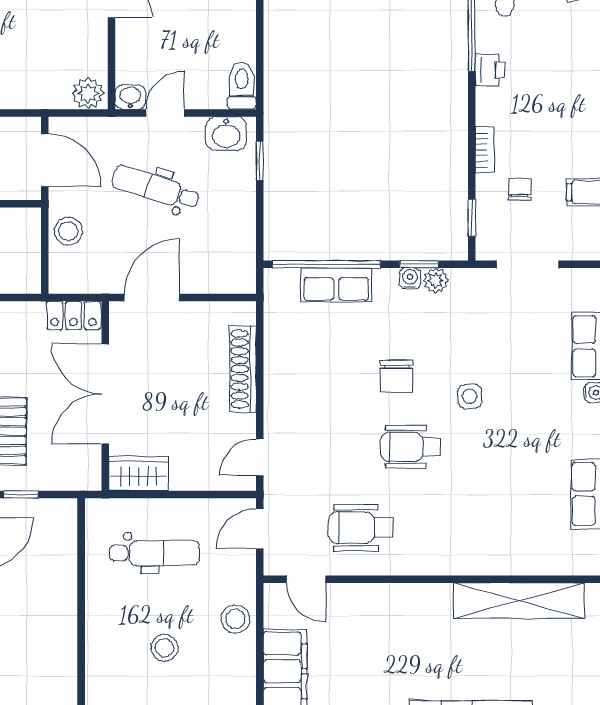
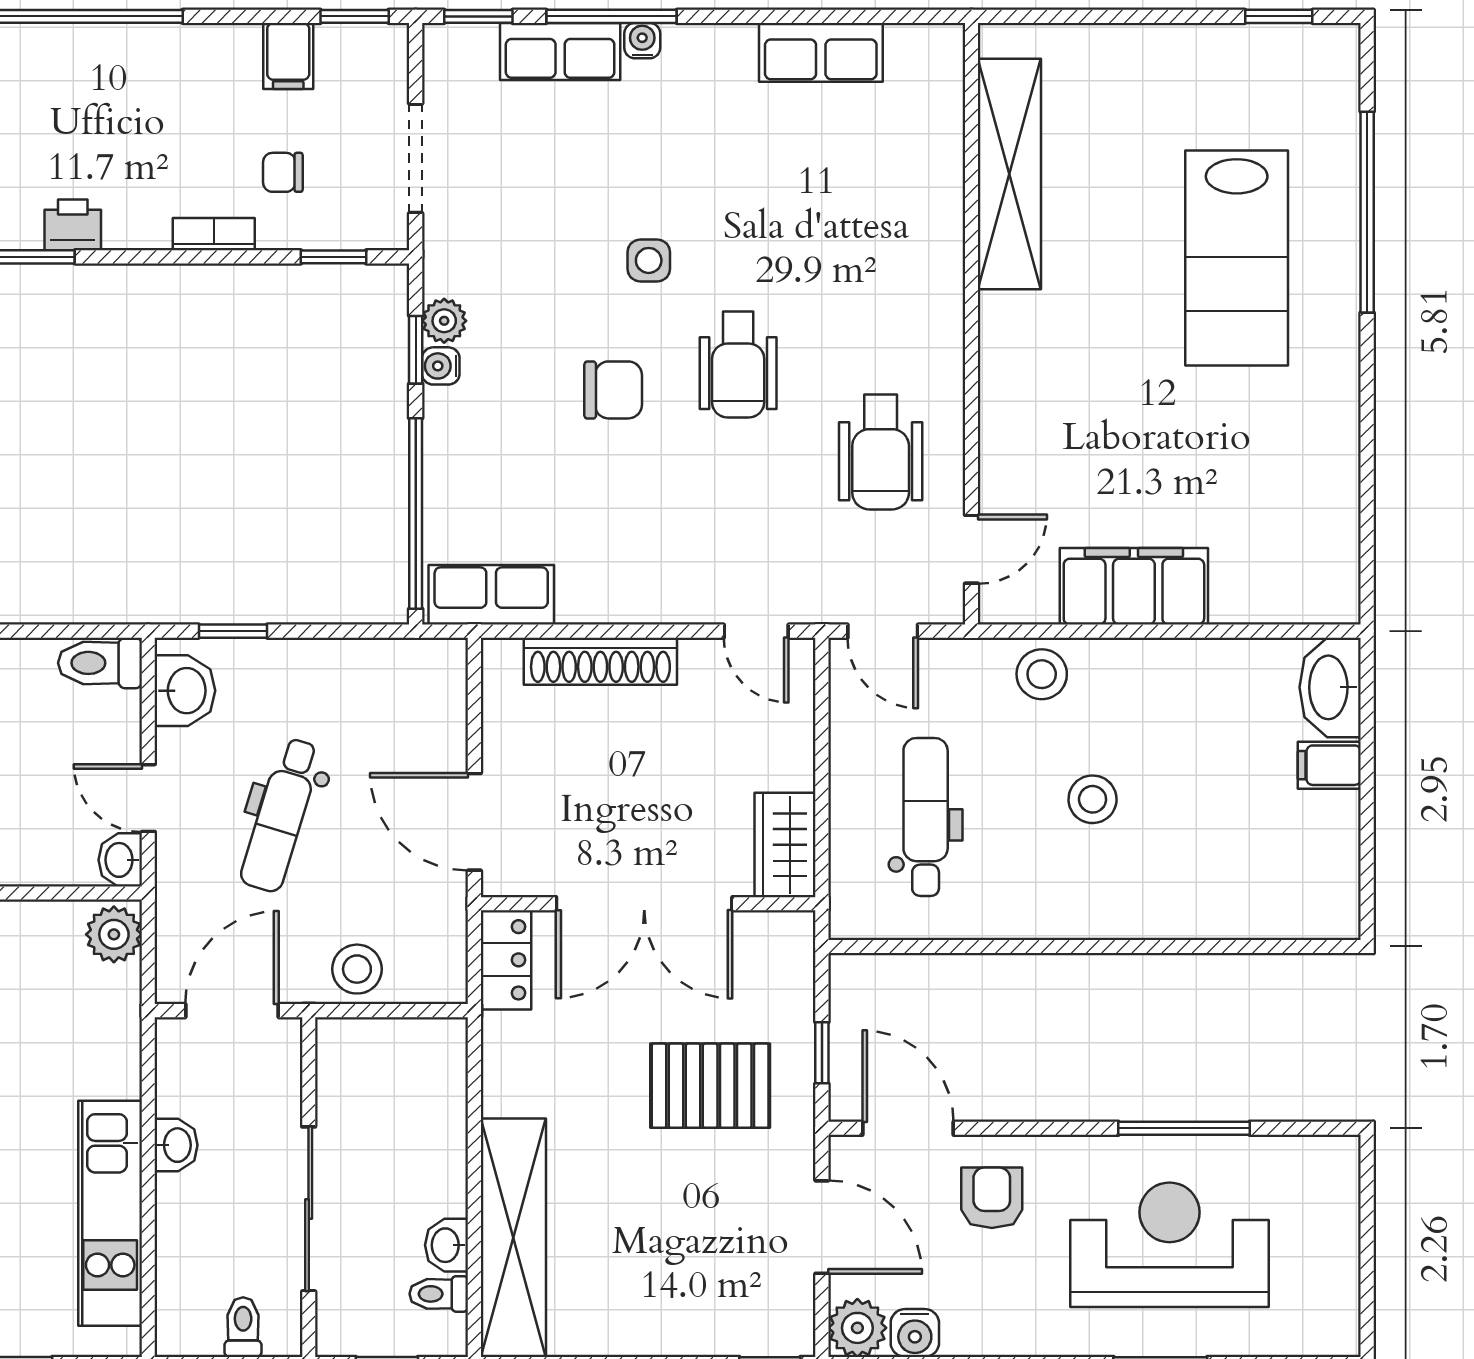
row of seats: (336, 285) -> (491, 595), moved, turned -90

